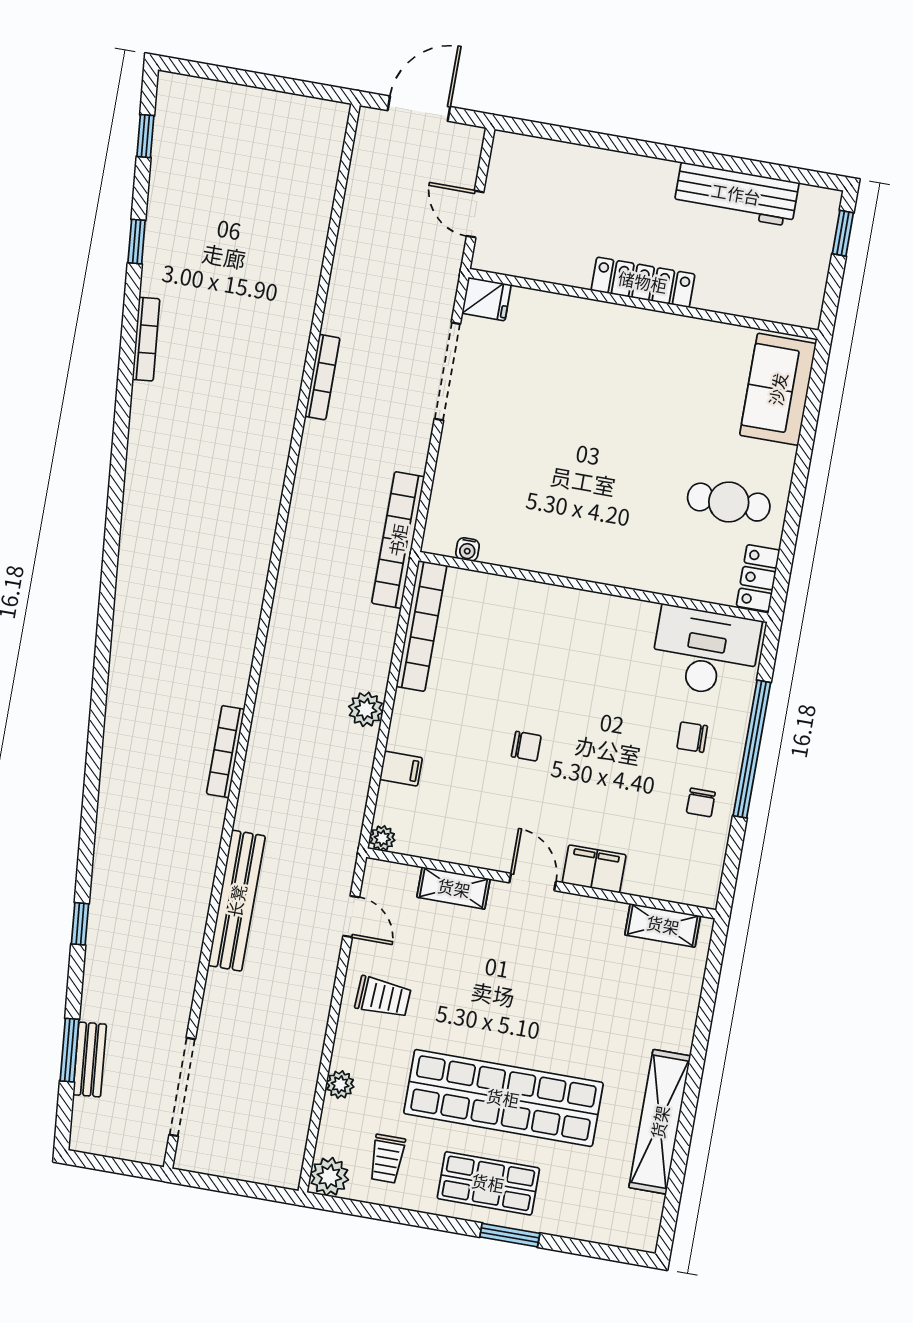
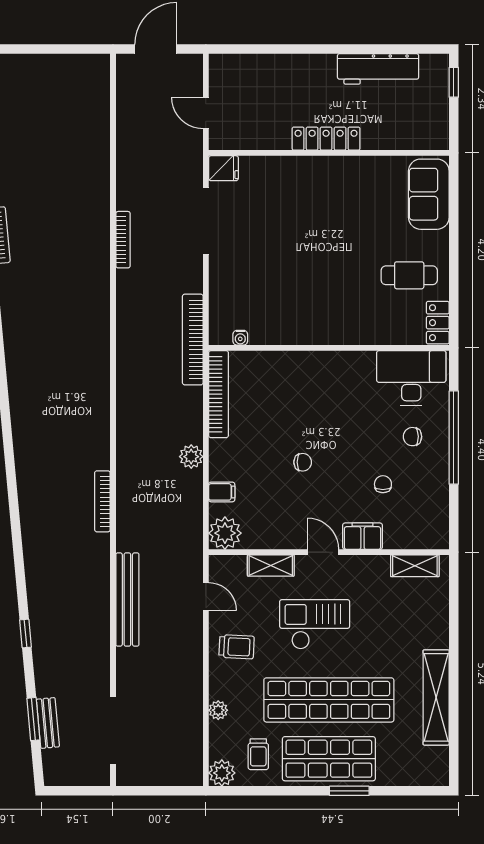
chair: (701, 802) -> (383, 484), moved, turned 180
plant: (382, 838) -> (225, 533), width x1.88, depth x1.88
checkout: (502, 985) -> (315, 624), added
shop shelf: (488, 1183) -> (329, 759), width x1.43, depth x1.36

